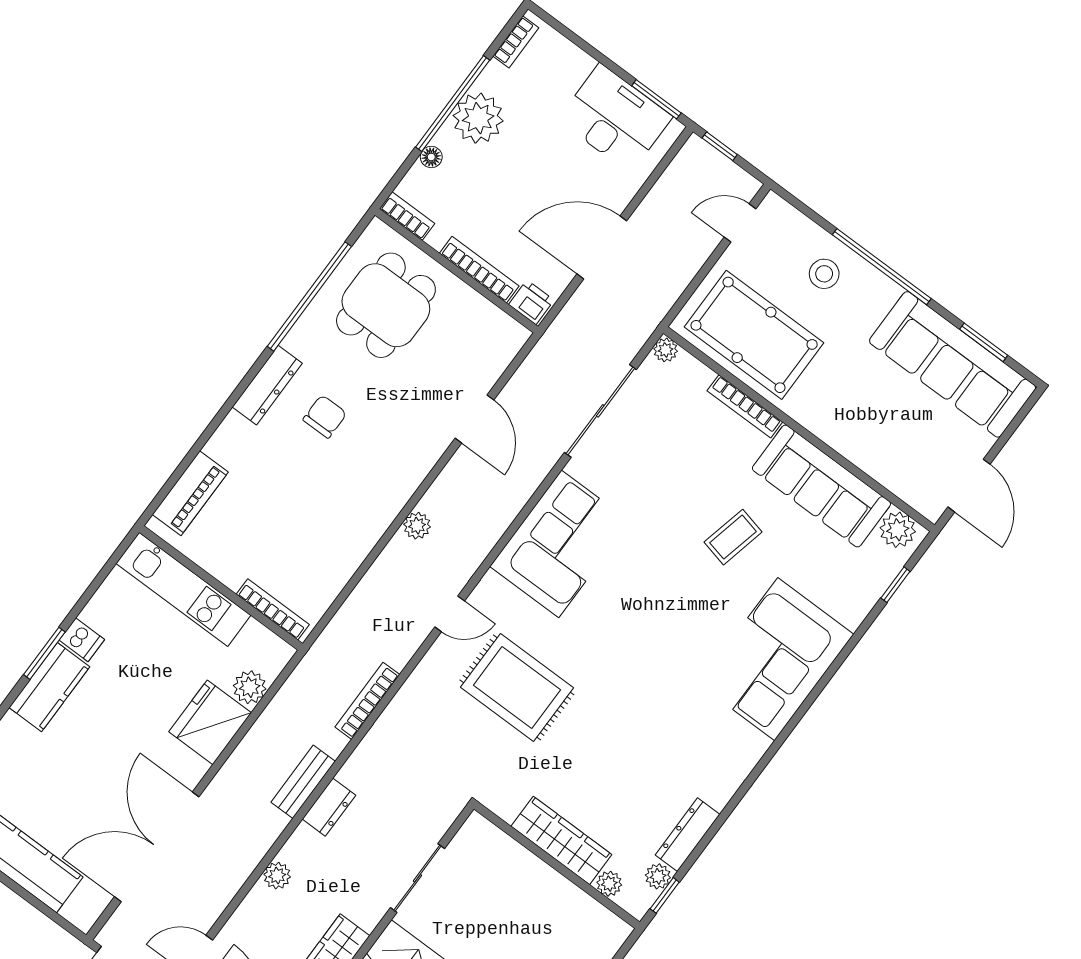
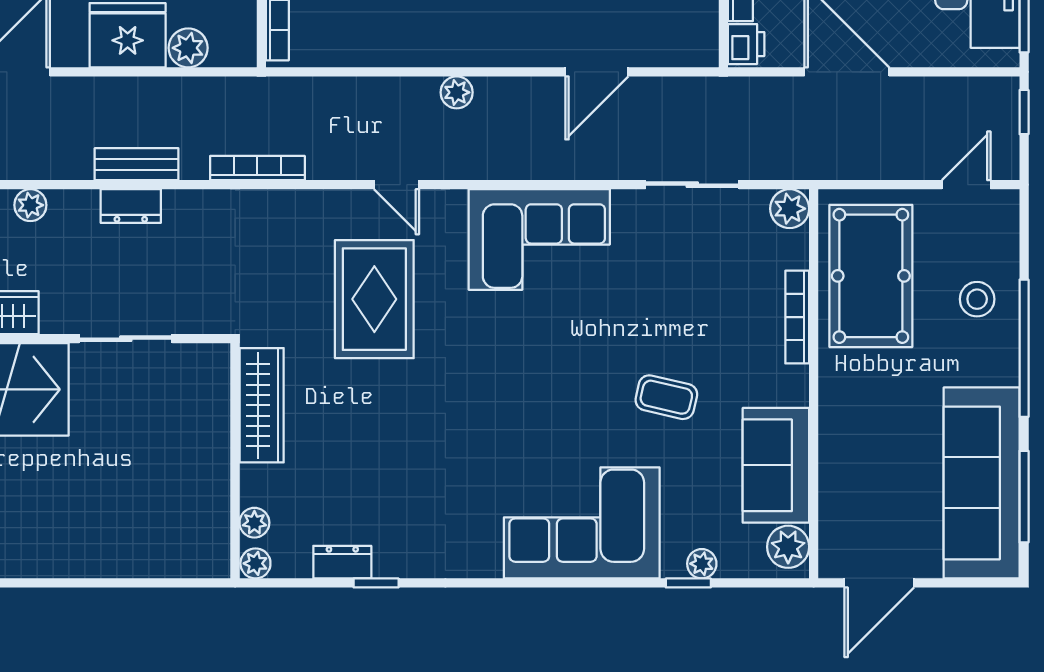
door: (740, 223) -> (966, 185), hinge flipped
window: (984, 342) -> (1024, 497), width x1.44
plant: (666, 350) -> (790, 209), width x1.38, depth x1.38
sliding door: (600, 411) -> (692, 185), width x0.73
sofa: (821, 486) -> (776, 465), width x0.73
window: (895, 585) -> (688, 583), moved
plant: (865, 598) -> (702, 564), added
dresser: (688, 835) -> (342, 562), width x0.70
wardrobe: (561, 840) -> (262, 405), moved
plant: (658, 876) -> (255, 563), moved
window: (665, 895) -> (376, 583), moved

